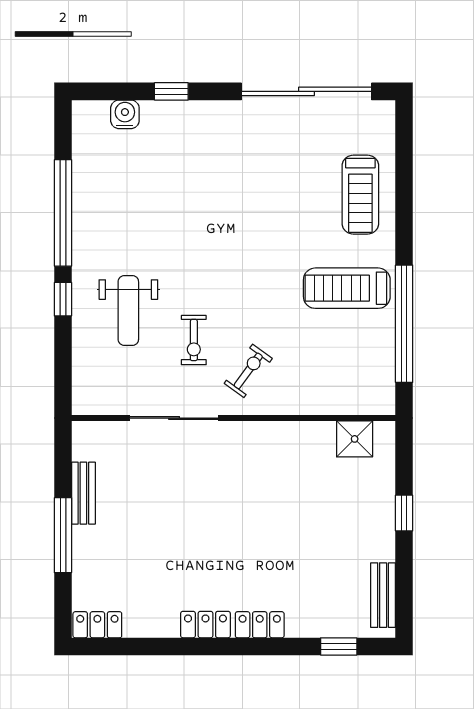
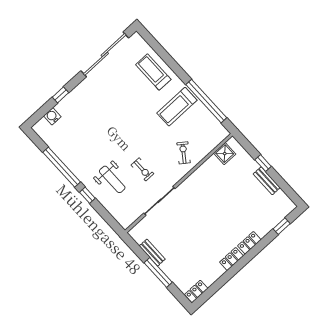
treadmill: (360, 195) -> (153, 72), turned 180
exercise bike: (248, 371) -> (184, 153), moved
bench: (383, 595) -> (267, 181), moved

